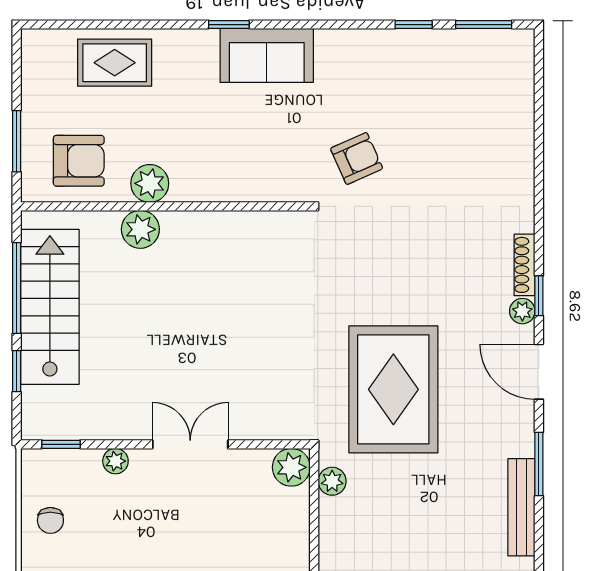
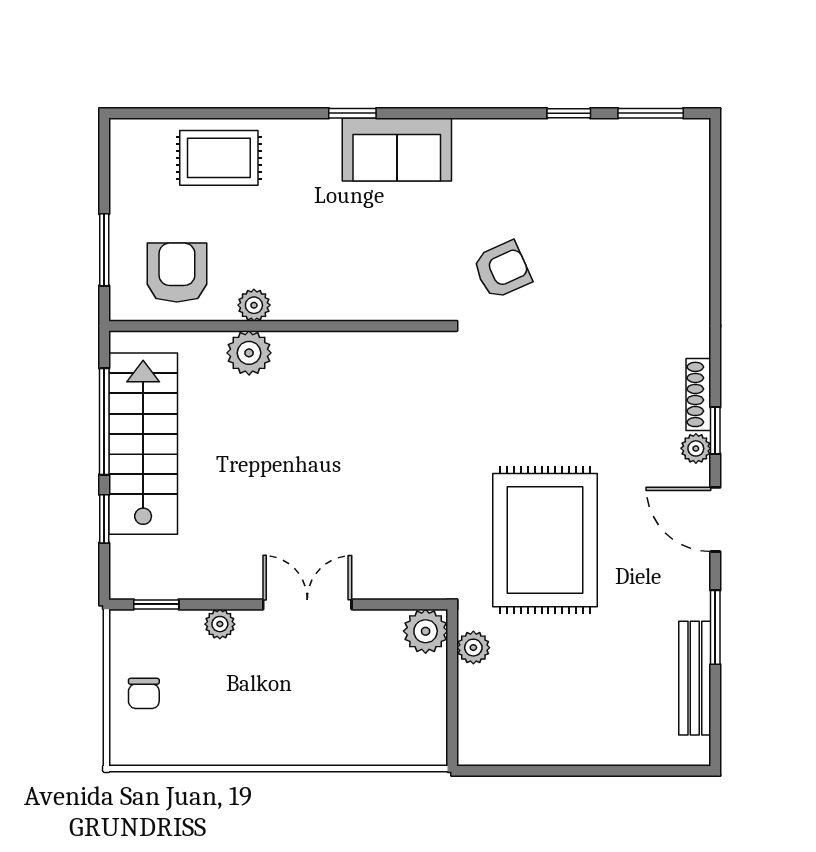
armchair: (79, 161) -> (177, 273), turned -90
plant: (150, 183) -> (254, 305), width x0.73, depth x0.73

